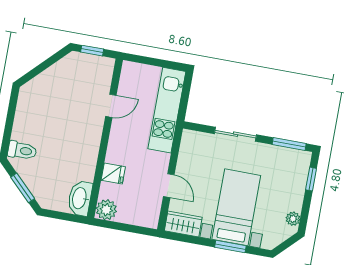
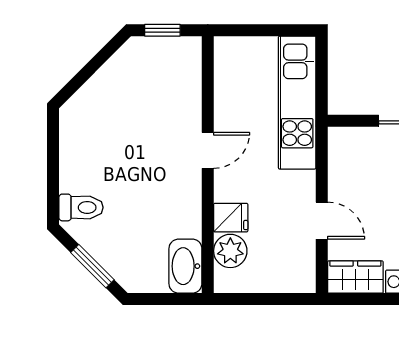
door: (111, 106) -> (208, 150), moved
plant: (106, 210) -> (230, 251), moved

